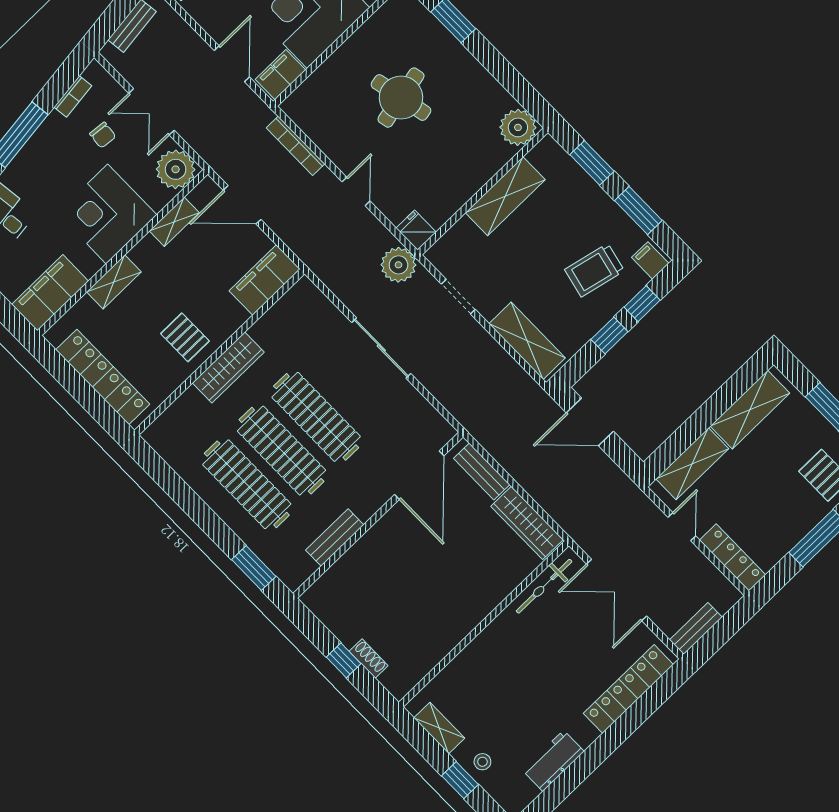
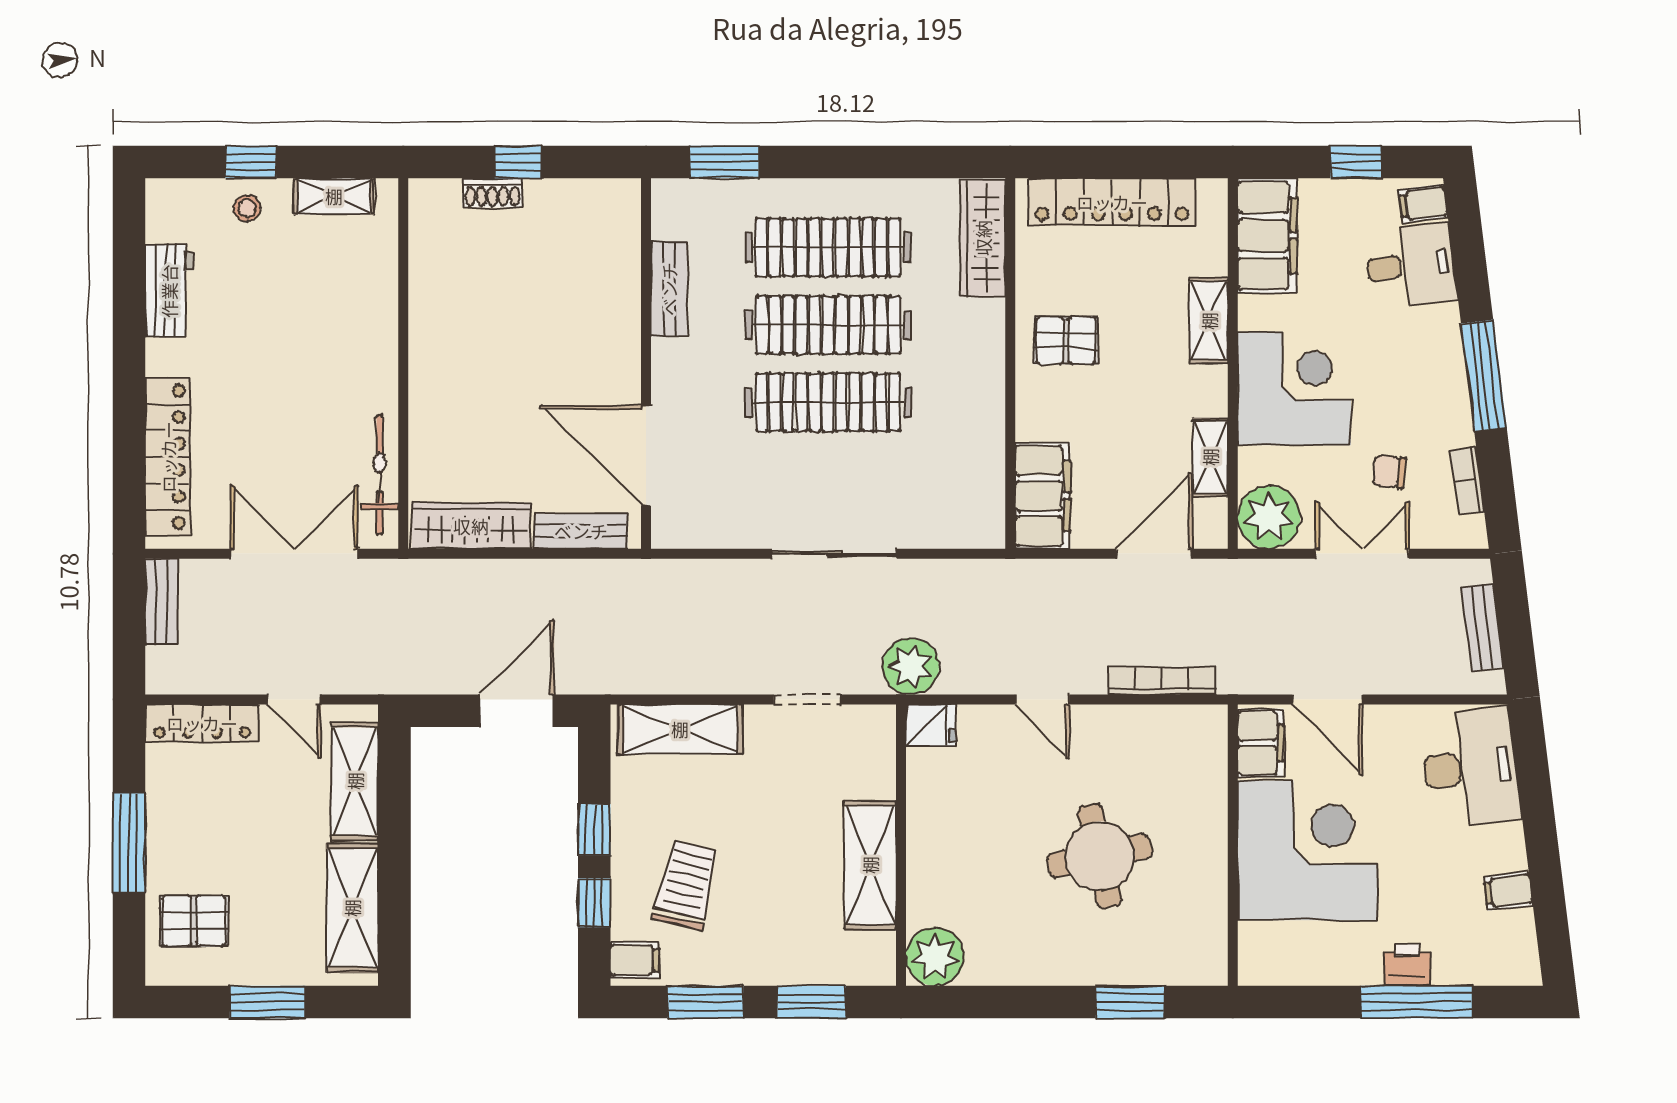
wardrobe: (228, 368) -> (983, 238), moved

